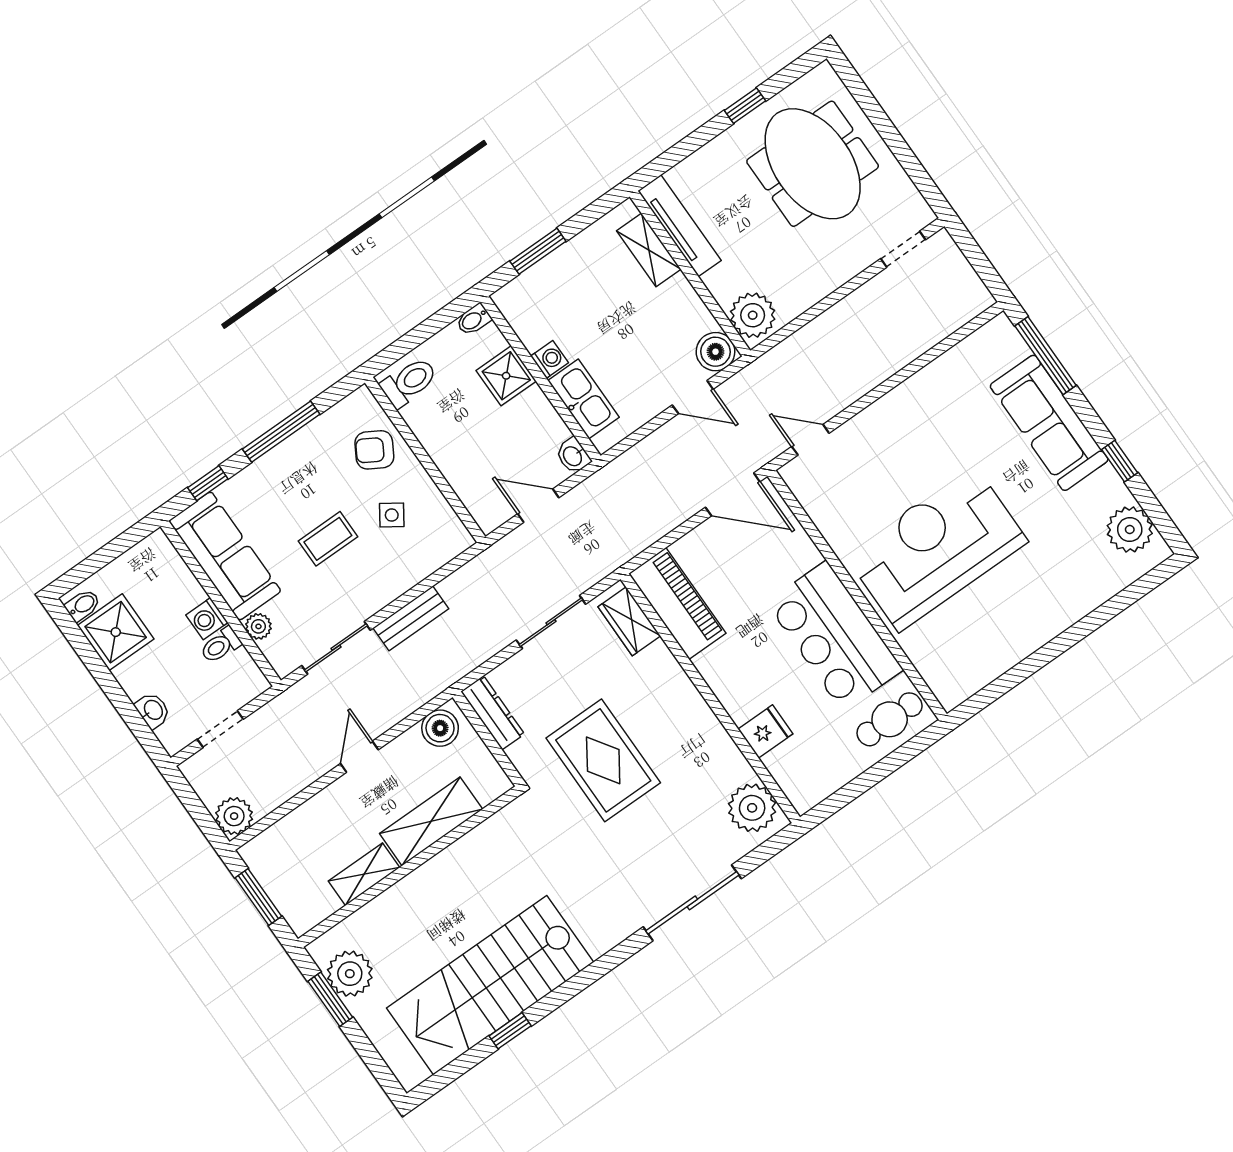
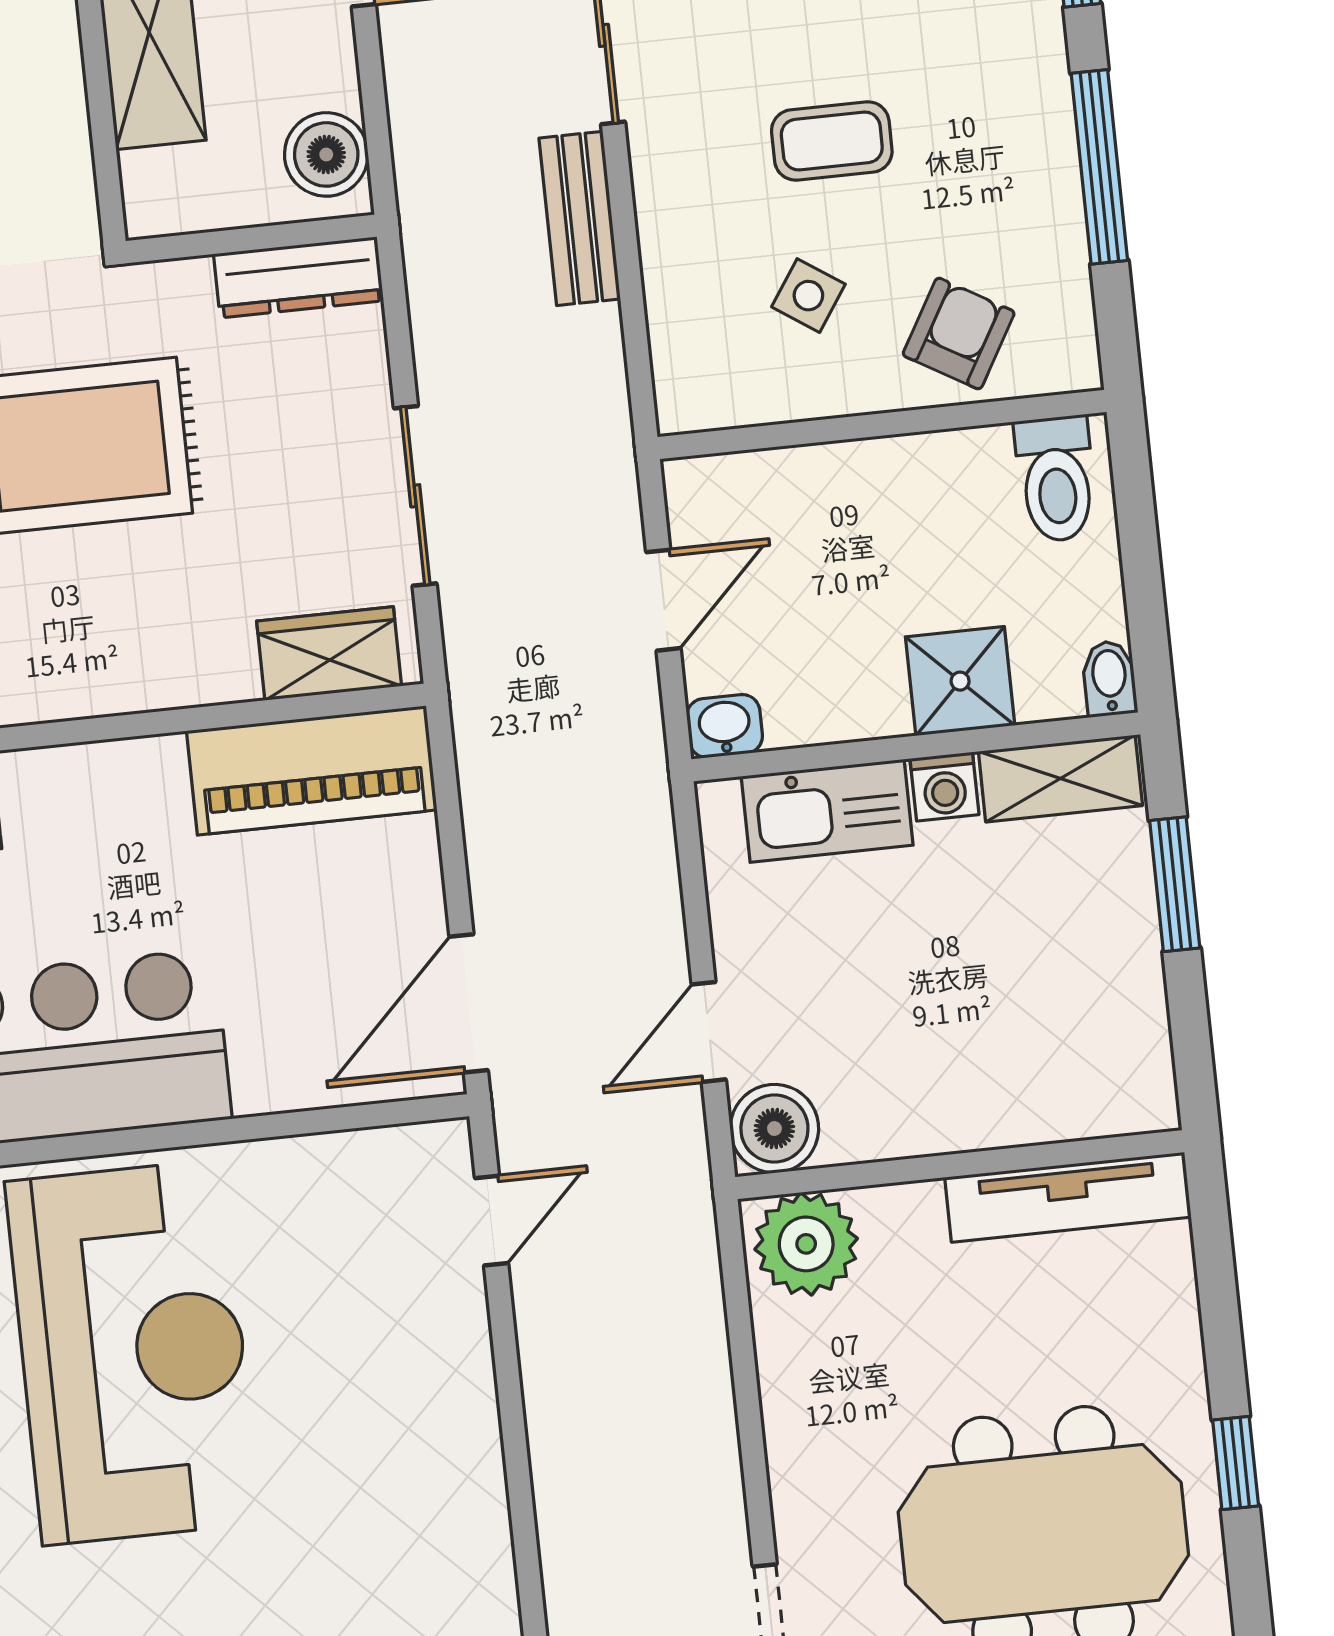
shelving: (649, 250) -> (1060, 779), moved
coffee table: (328, 539) -> (832, 141), turned 90

